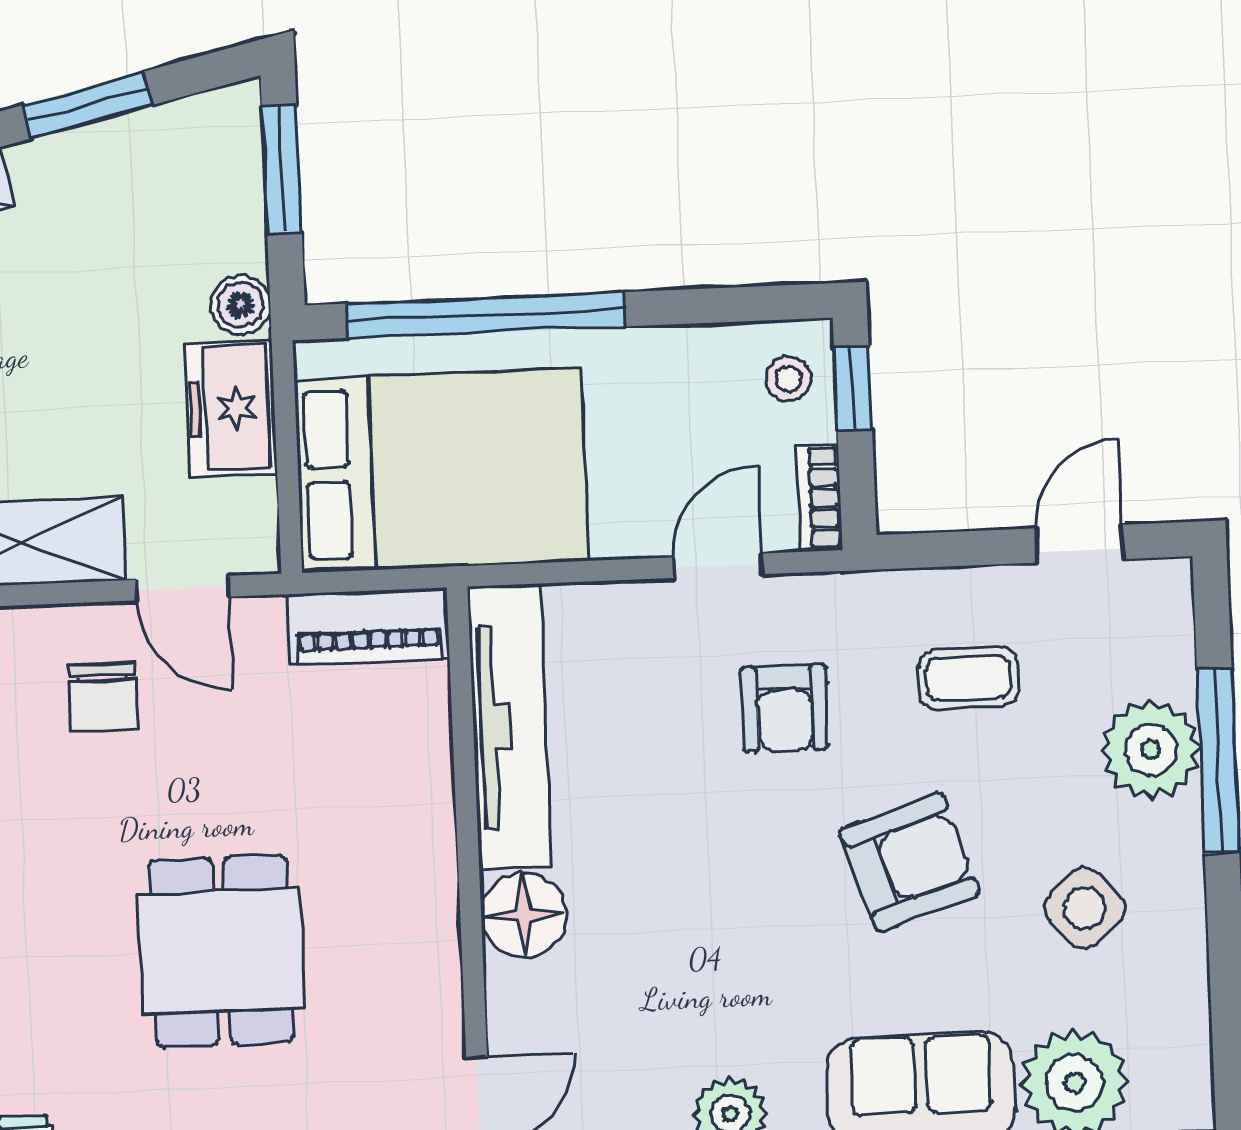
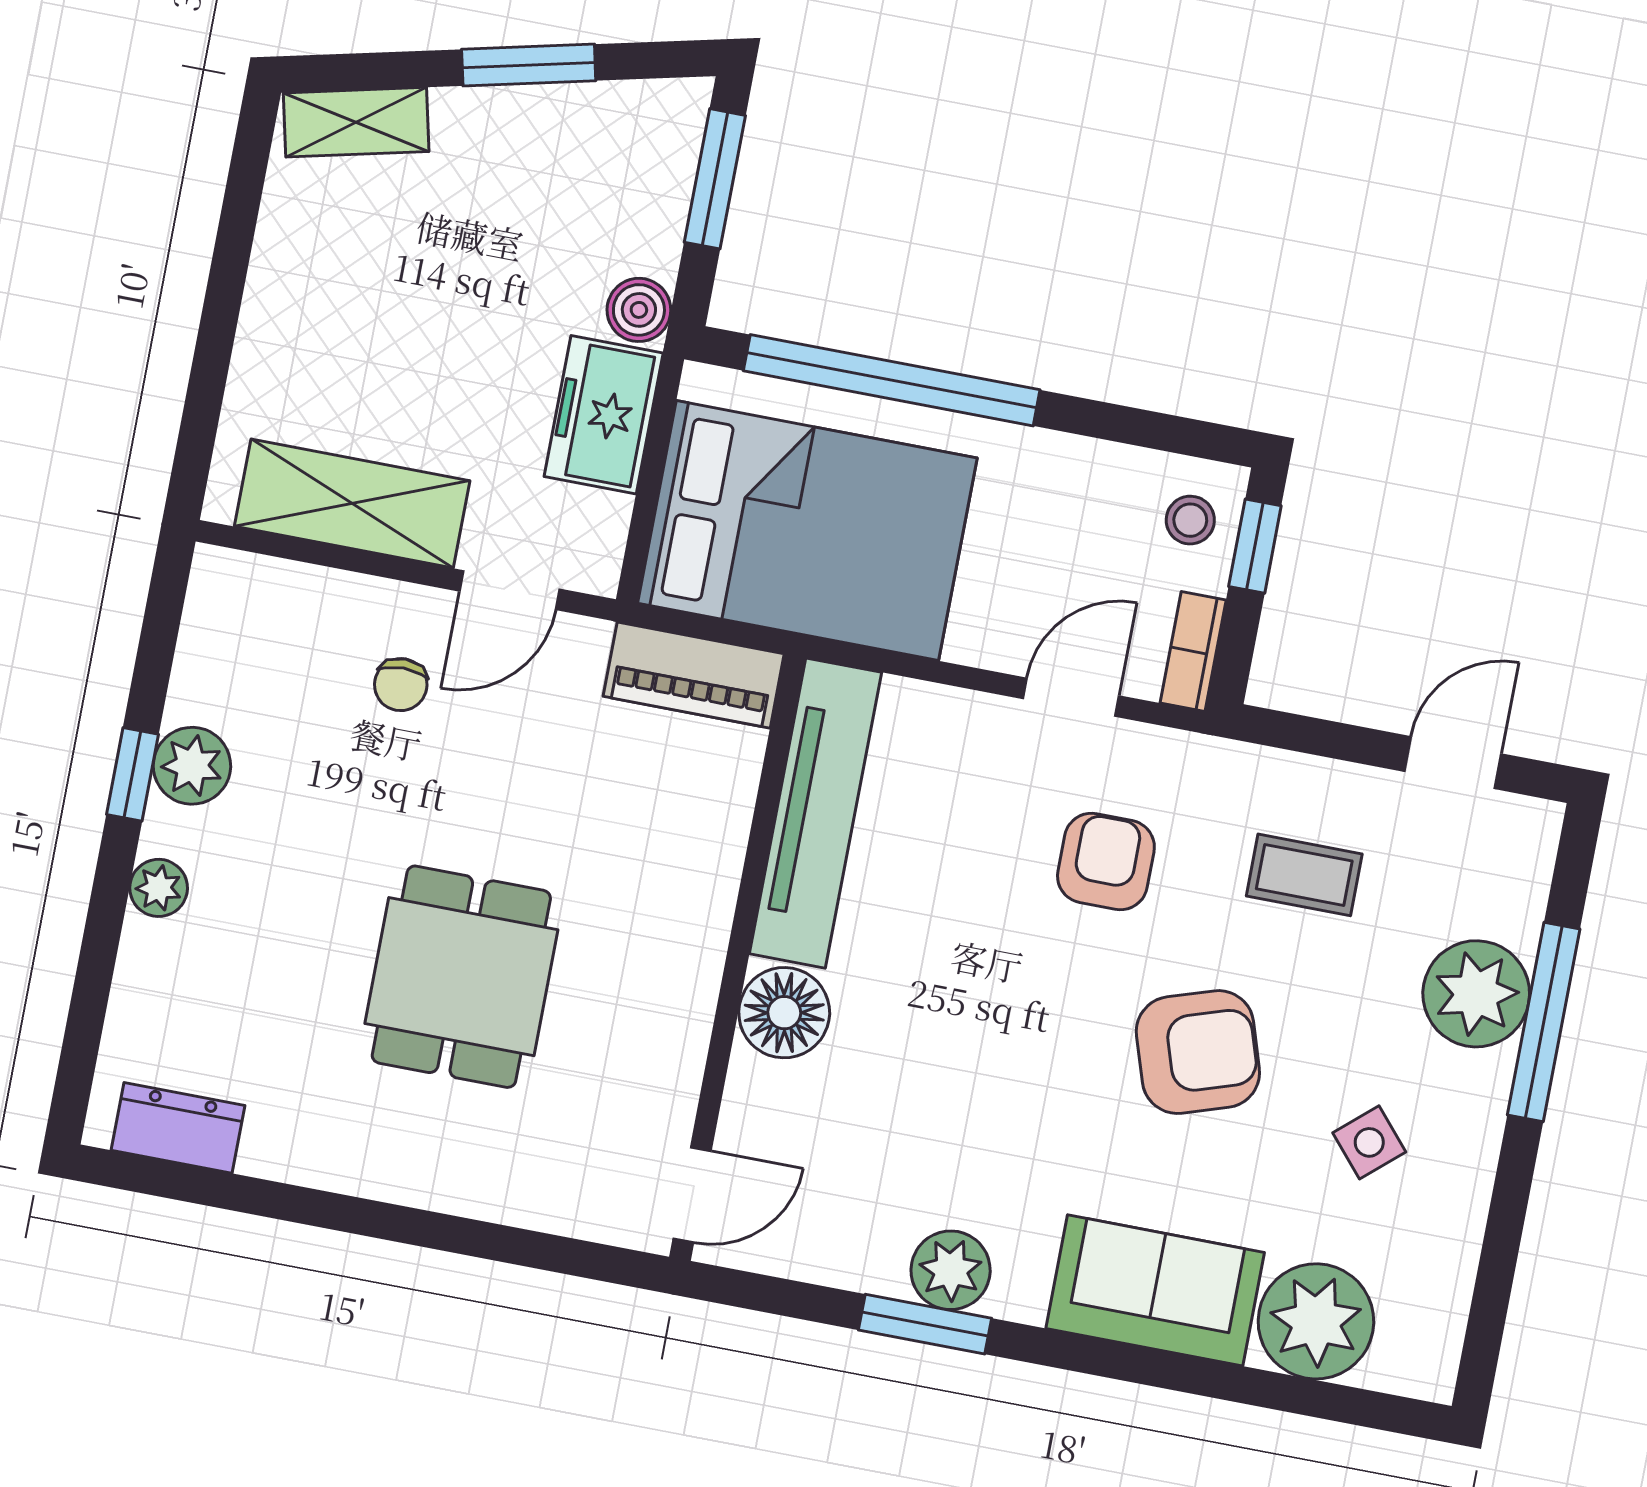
door: (182, 588) -> (510, 590), hinge flipped
chair: (103, 698) -> (401, 685), width x0.73, depth x0.73
armchair: (785, 708) -> (1106, 862), turned 180
side table: (1085, 908) -> (1369, 1142), width x0.73, depth x0.73

